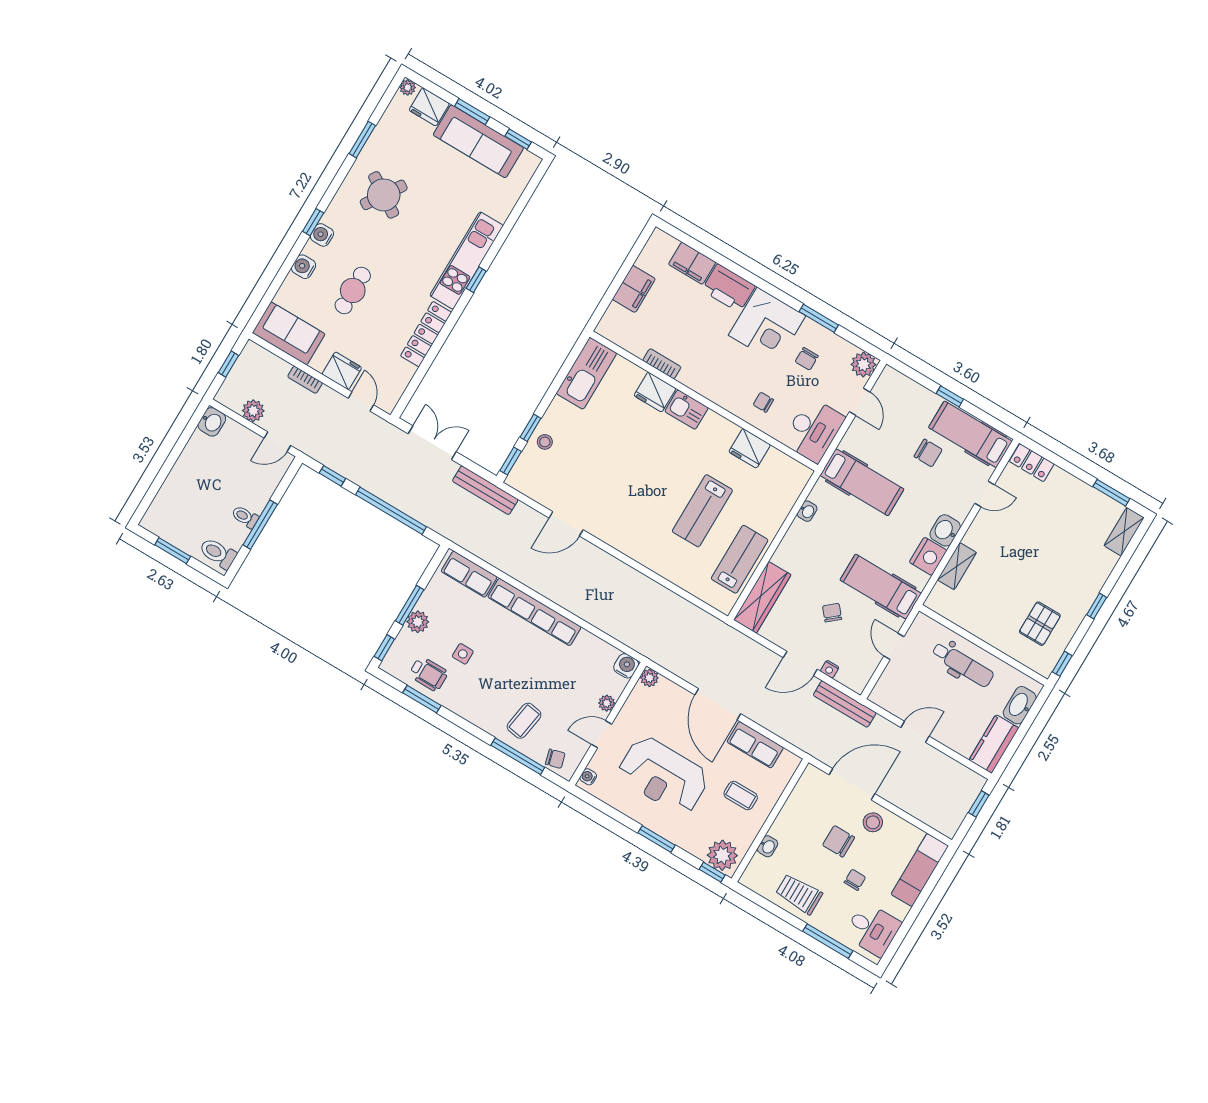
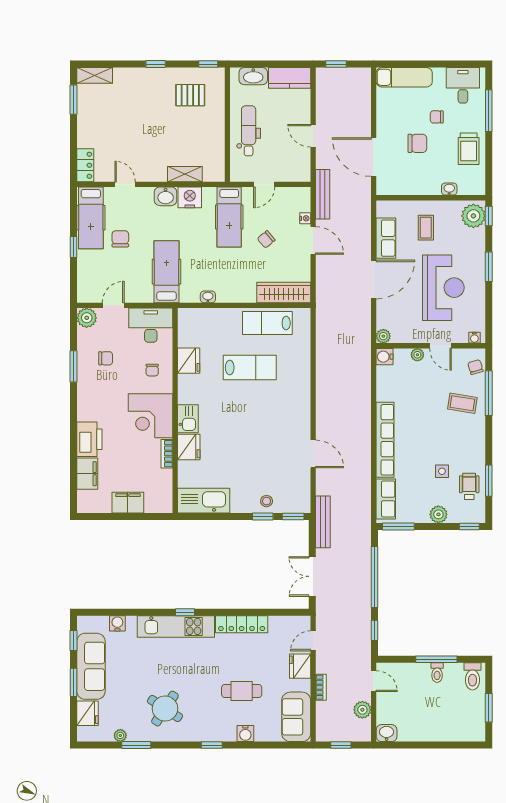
plant: (408, 87) -> (120, 735), moved
water cooler: (322, 235) -> (117, 623), moved, turned 180
corner desk: (767, 325) -> (150, 416), moved, turned 180
window: (410, 605) -> (398, 527), moved
stool: (873, 822) -> (391, 128), removed
chair: (839, 841) -> (417, 143), turned -90

